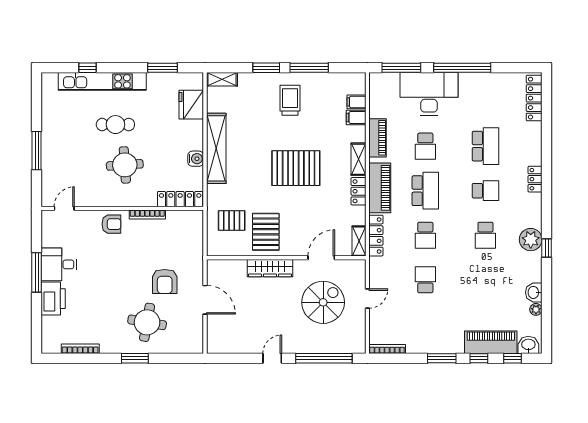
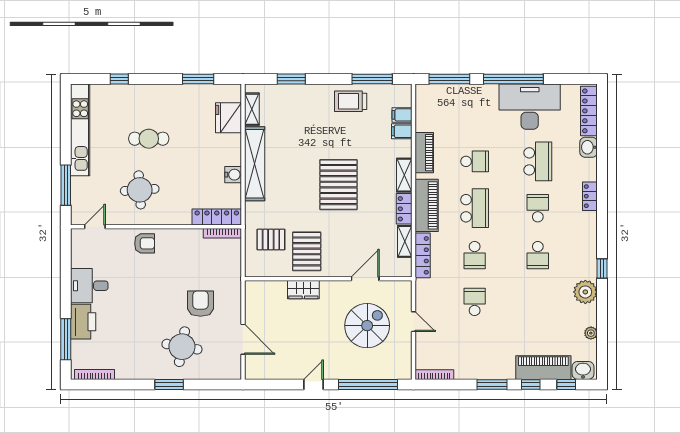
window: (266, 68) -> (291, 79), moved
window: (309, 68) -> (372, 79), moved
shelving: (222, 79) -> (252, 109), moved, turned 90
kitchen unit: (102, 81) -> (80, 130), moved, turned -90
desk: (429, 94) -> (530, 107), moved
trolley: (290, 100) -> (351, 101), moved, turned -90
school desk: (425, 146) -> (475, 161), turned -90
window: (37, 151) -> (66, 185), moved
round table: (125, 165) -> (140, 190), moved
pallet: (296, 168) -> (339, 185), turned 90
school desk: (485, 191) -> (538, 208), turned -90
bookcase: (147, 214) -> (222, 233), moved
plant: (531, 240) -> (585, 292), moved
shelving: (359, 241) -> (405, 241), moved
wardrobe: (270, 268) -> (303, 290), width x0.67
window: (37, 272) -> (66, 339), moved
armchair: (165, 281) -> (201, 304), turned 180
washbasin: (534, 292) -> (589, 147), moved
door: (367, 299) -> (414, 322), hinge flipped
door: (205, 300) -> (243, 339), moved
bookcase: (80, 349) -> (94, 374), moved

